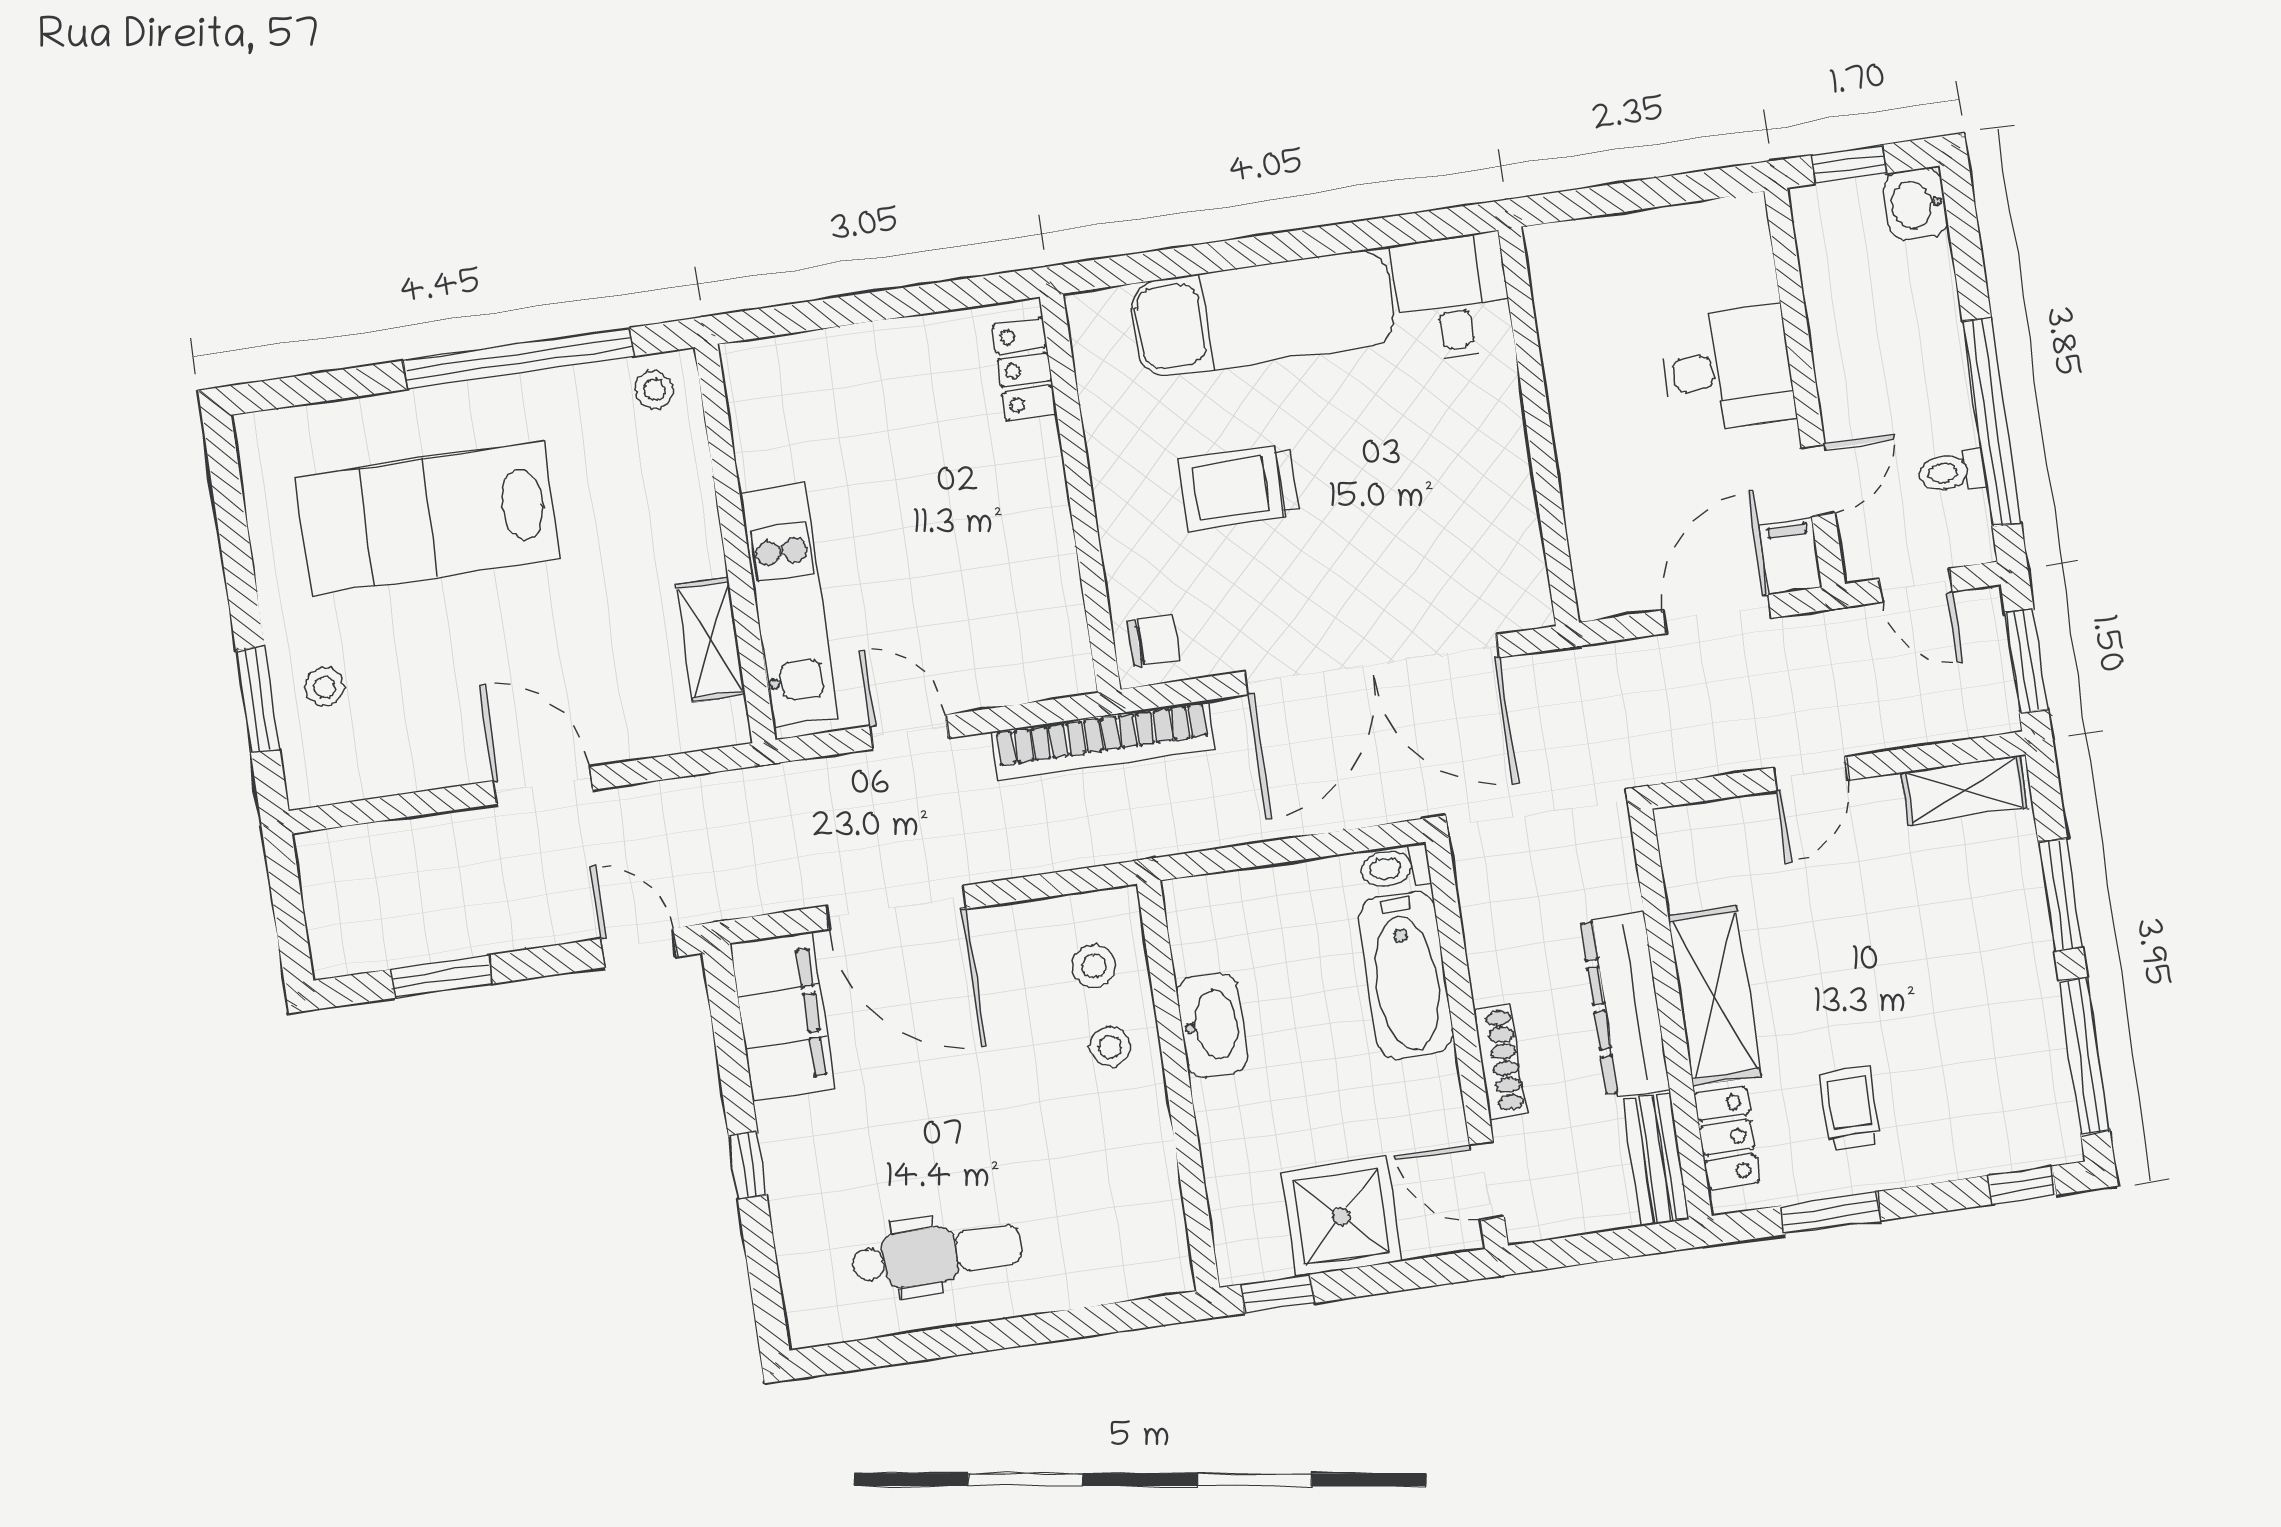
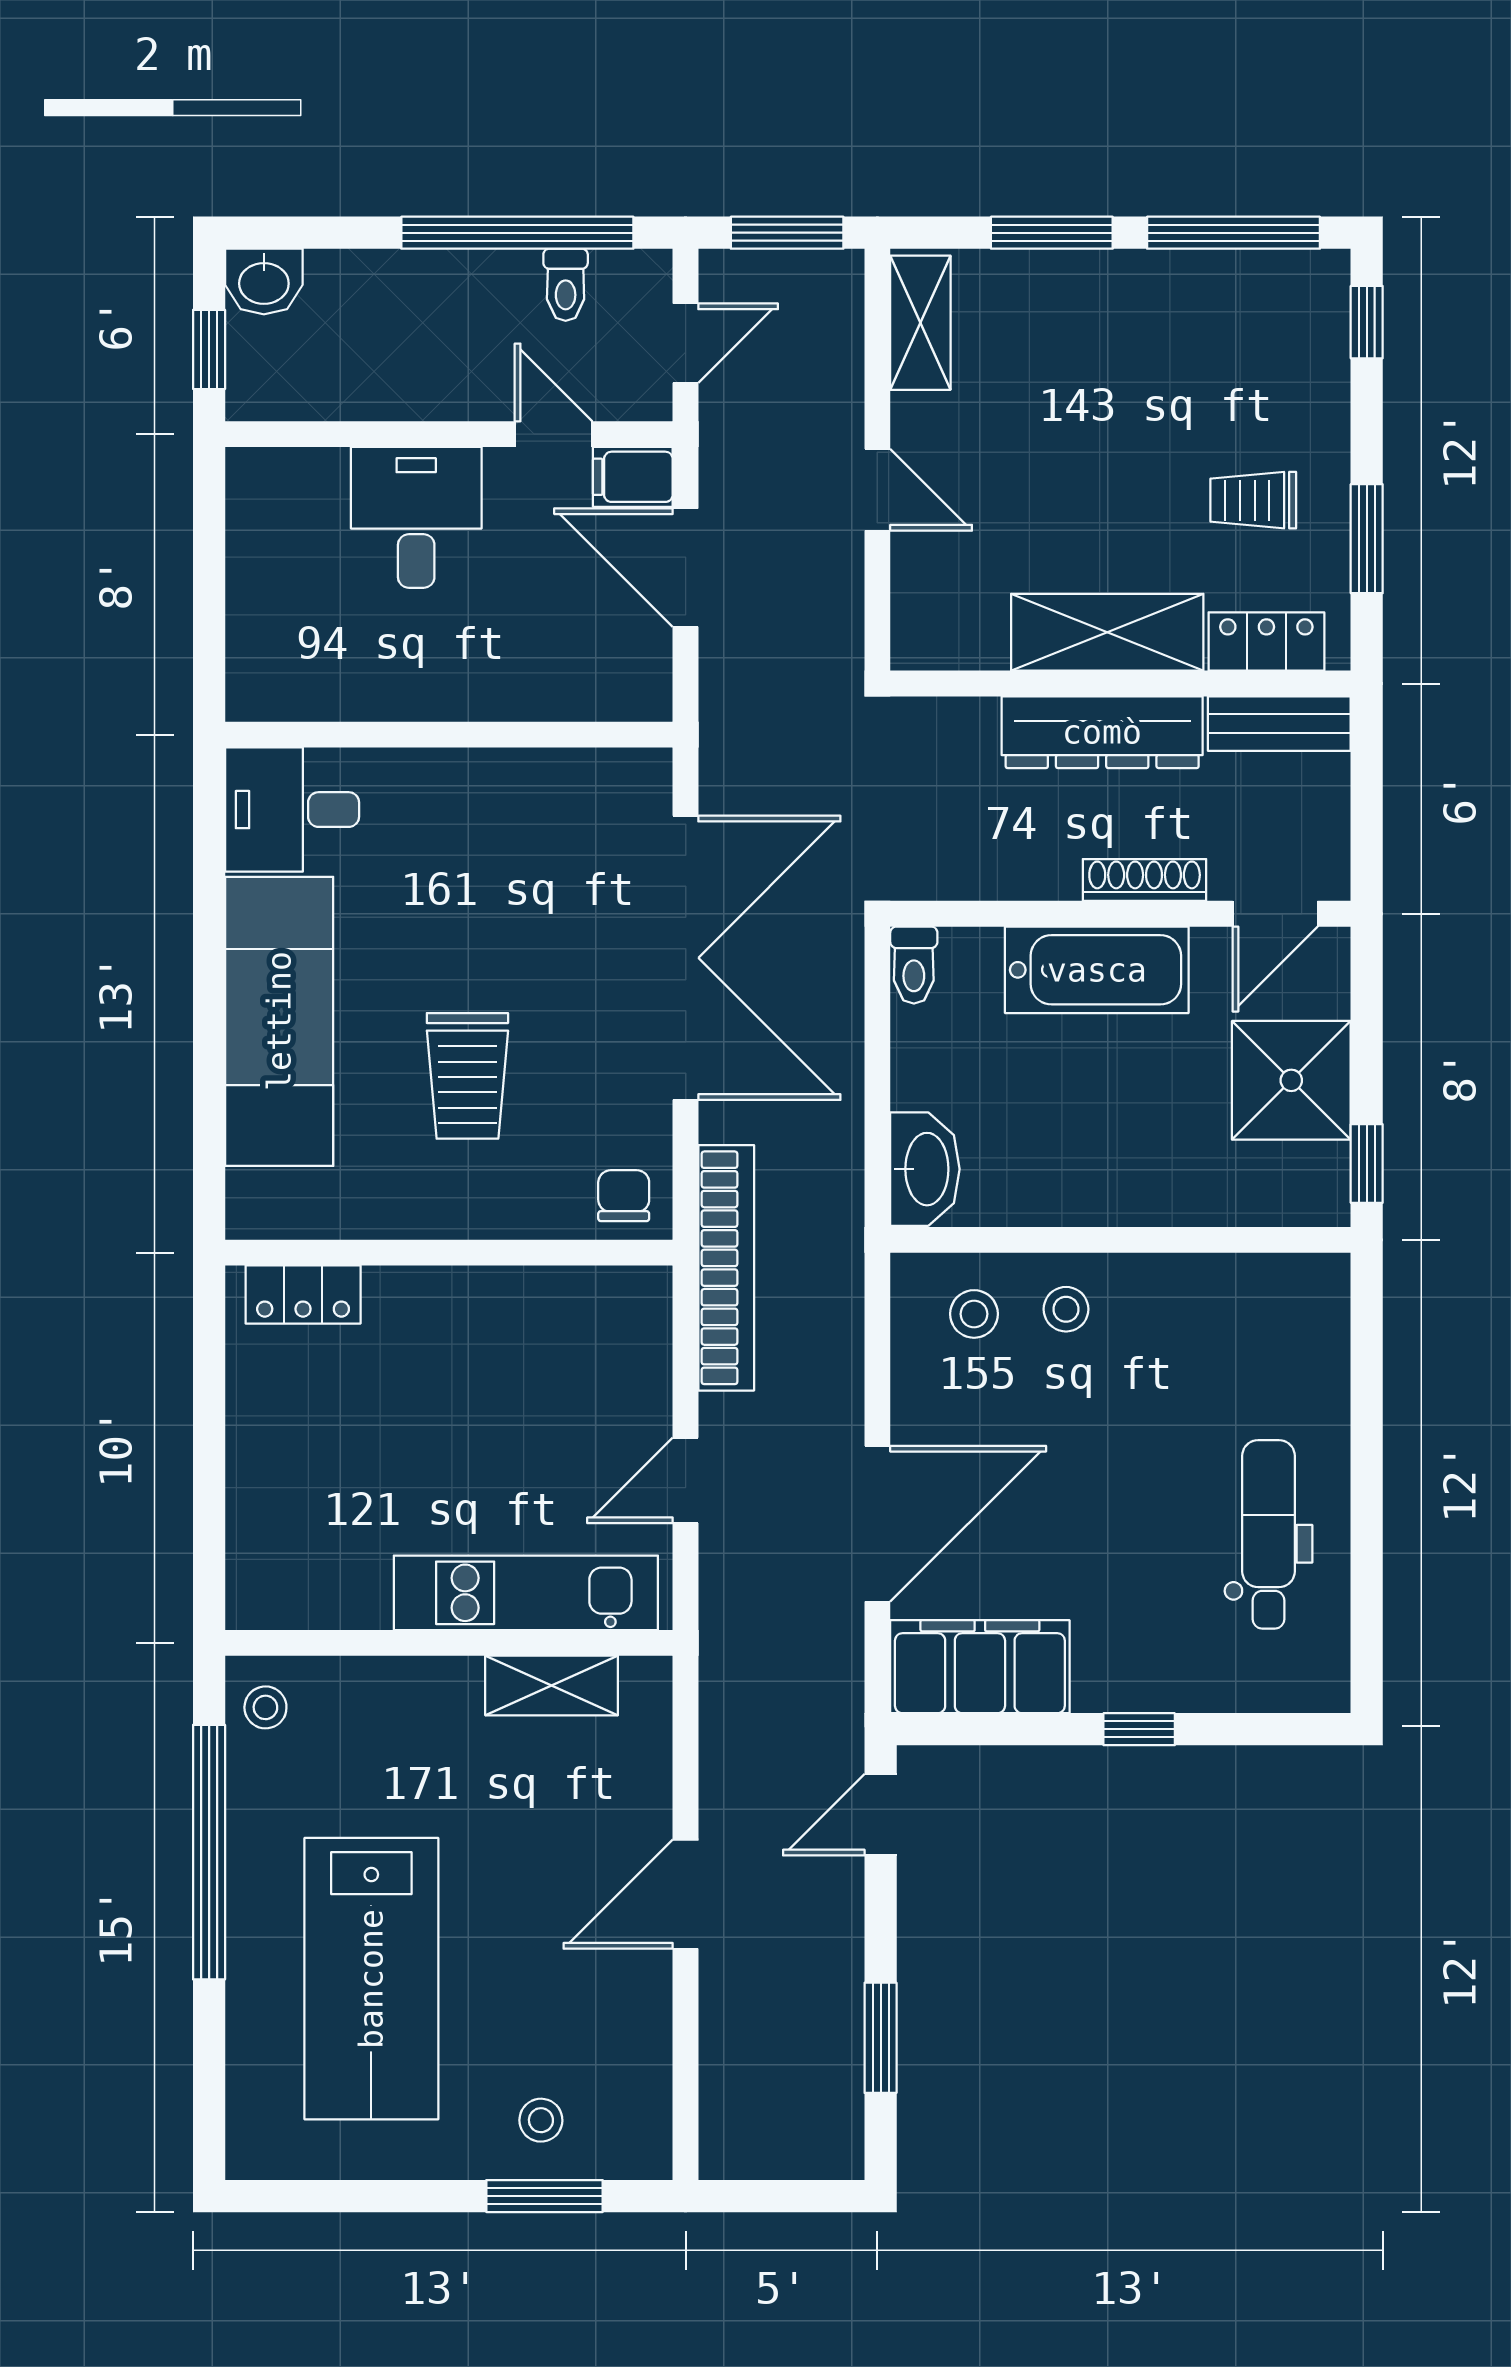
bathtub: (1406, 975) -> (1097, 970), moved
washbasin: (1212, 1025) -> (925, 1169), moved, turned 90

